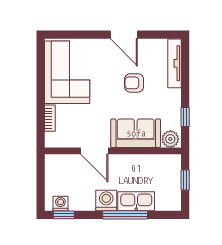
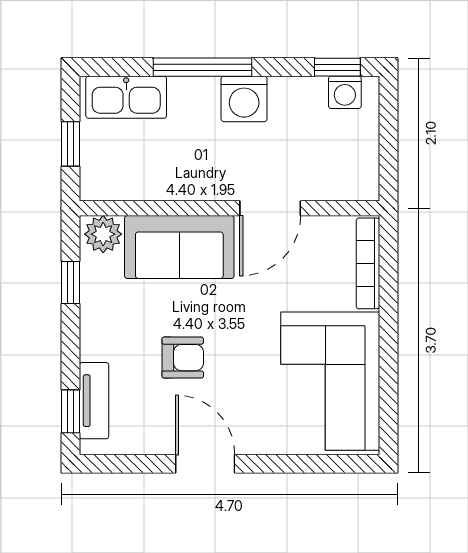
window: (185, 58) -> (70, 411), added
tv unit: (174, 63) -> (94, 401), width x0.71
bookcase: (50, 118) -> (368, 263), width x1.56
door: (94, 151) -> (270, 208), swing flipped
kitchen sink: (136, 201) -> (126, 97), moved

